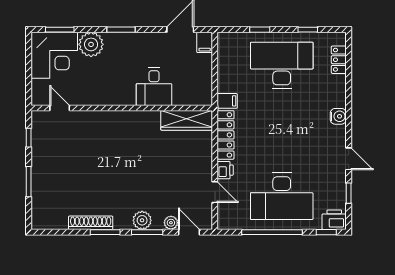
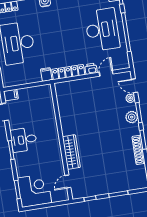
plant: (91, 44) -> (24, 168), removed
desk: (154, 87) -> (24, 140), moved, turned 180
wardrobe: (187, 120) -> (71, 152), moved
door: (189, 232) -> (135, 86), hinge flipped

